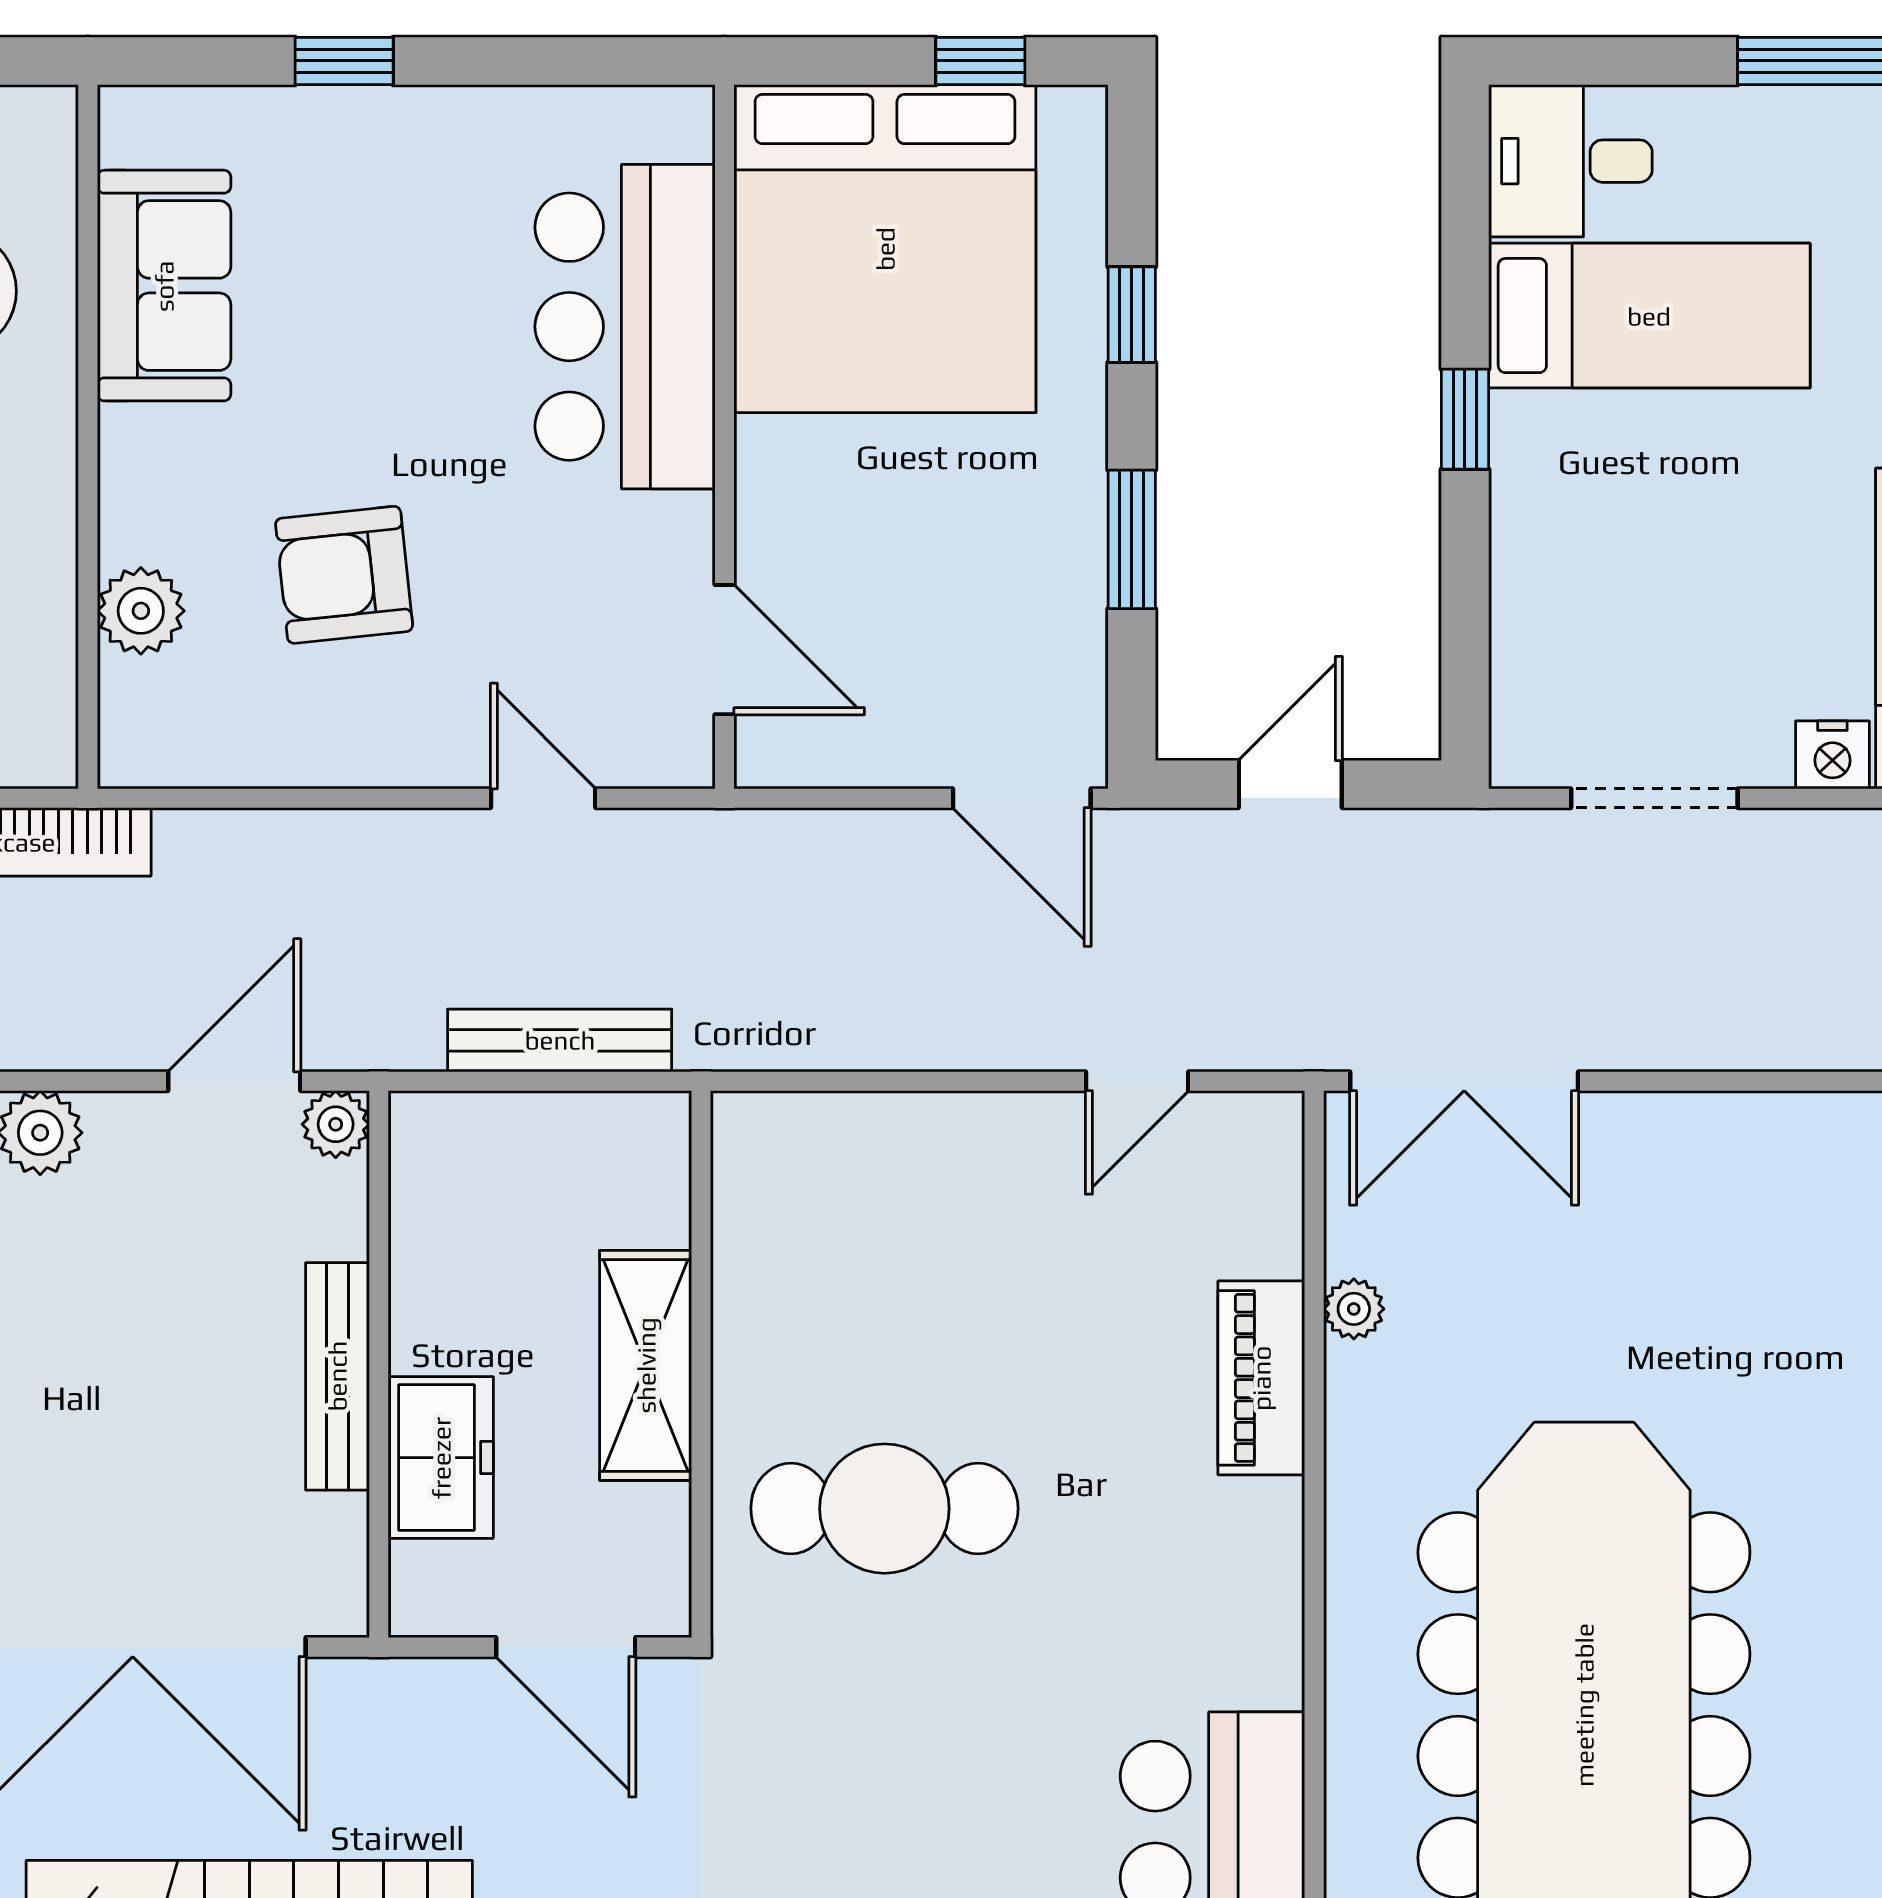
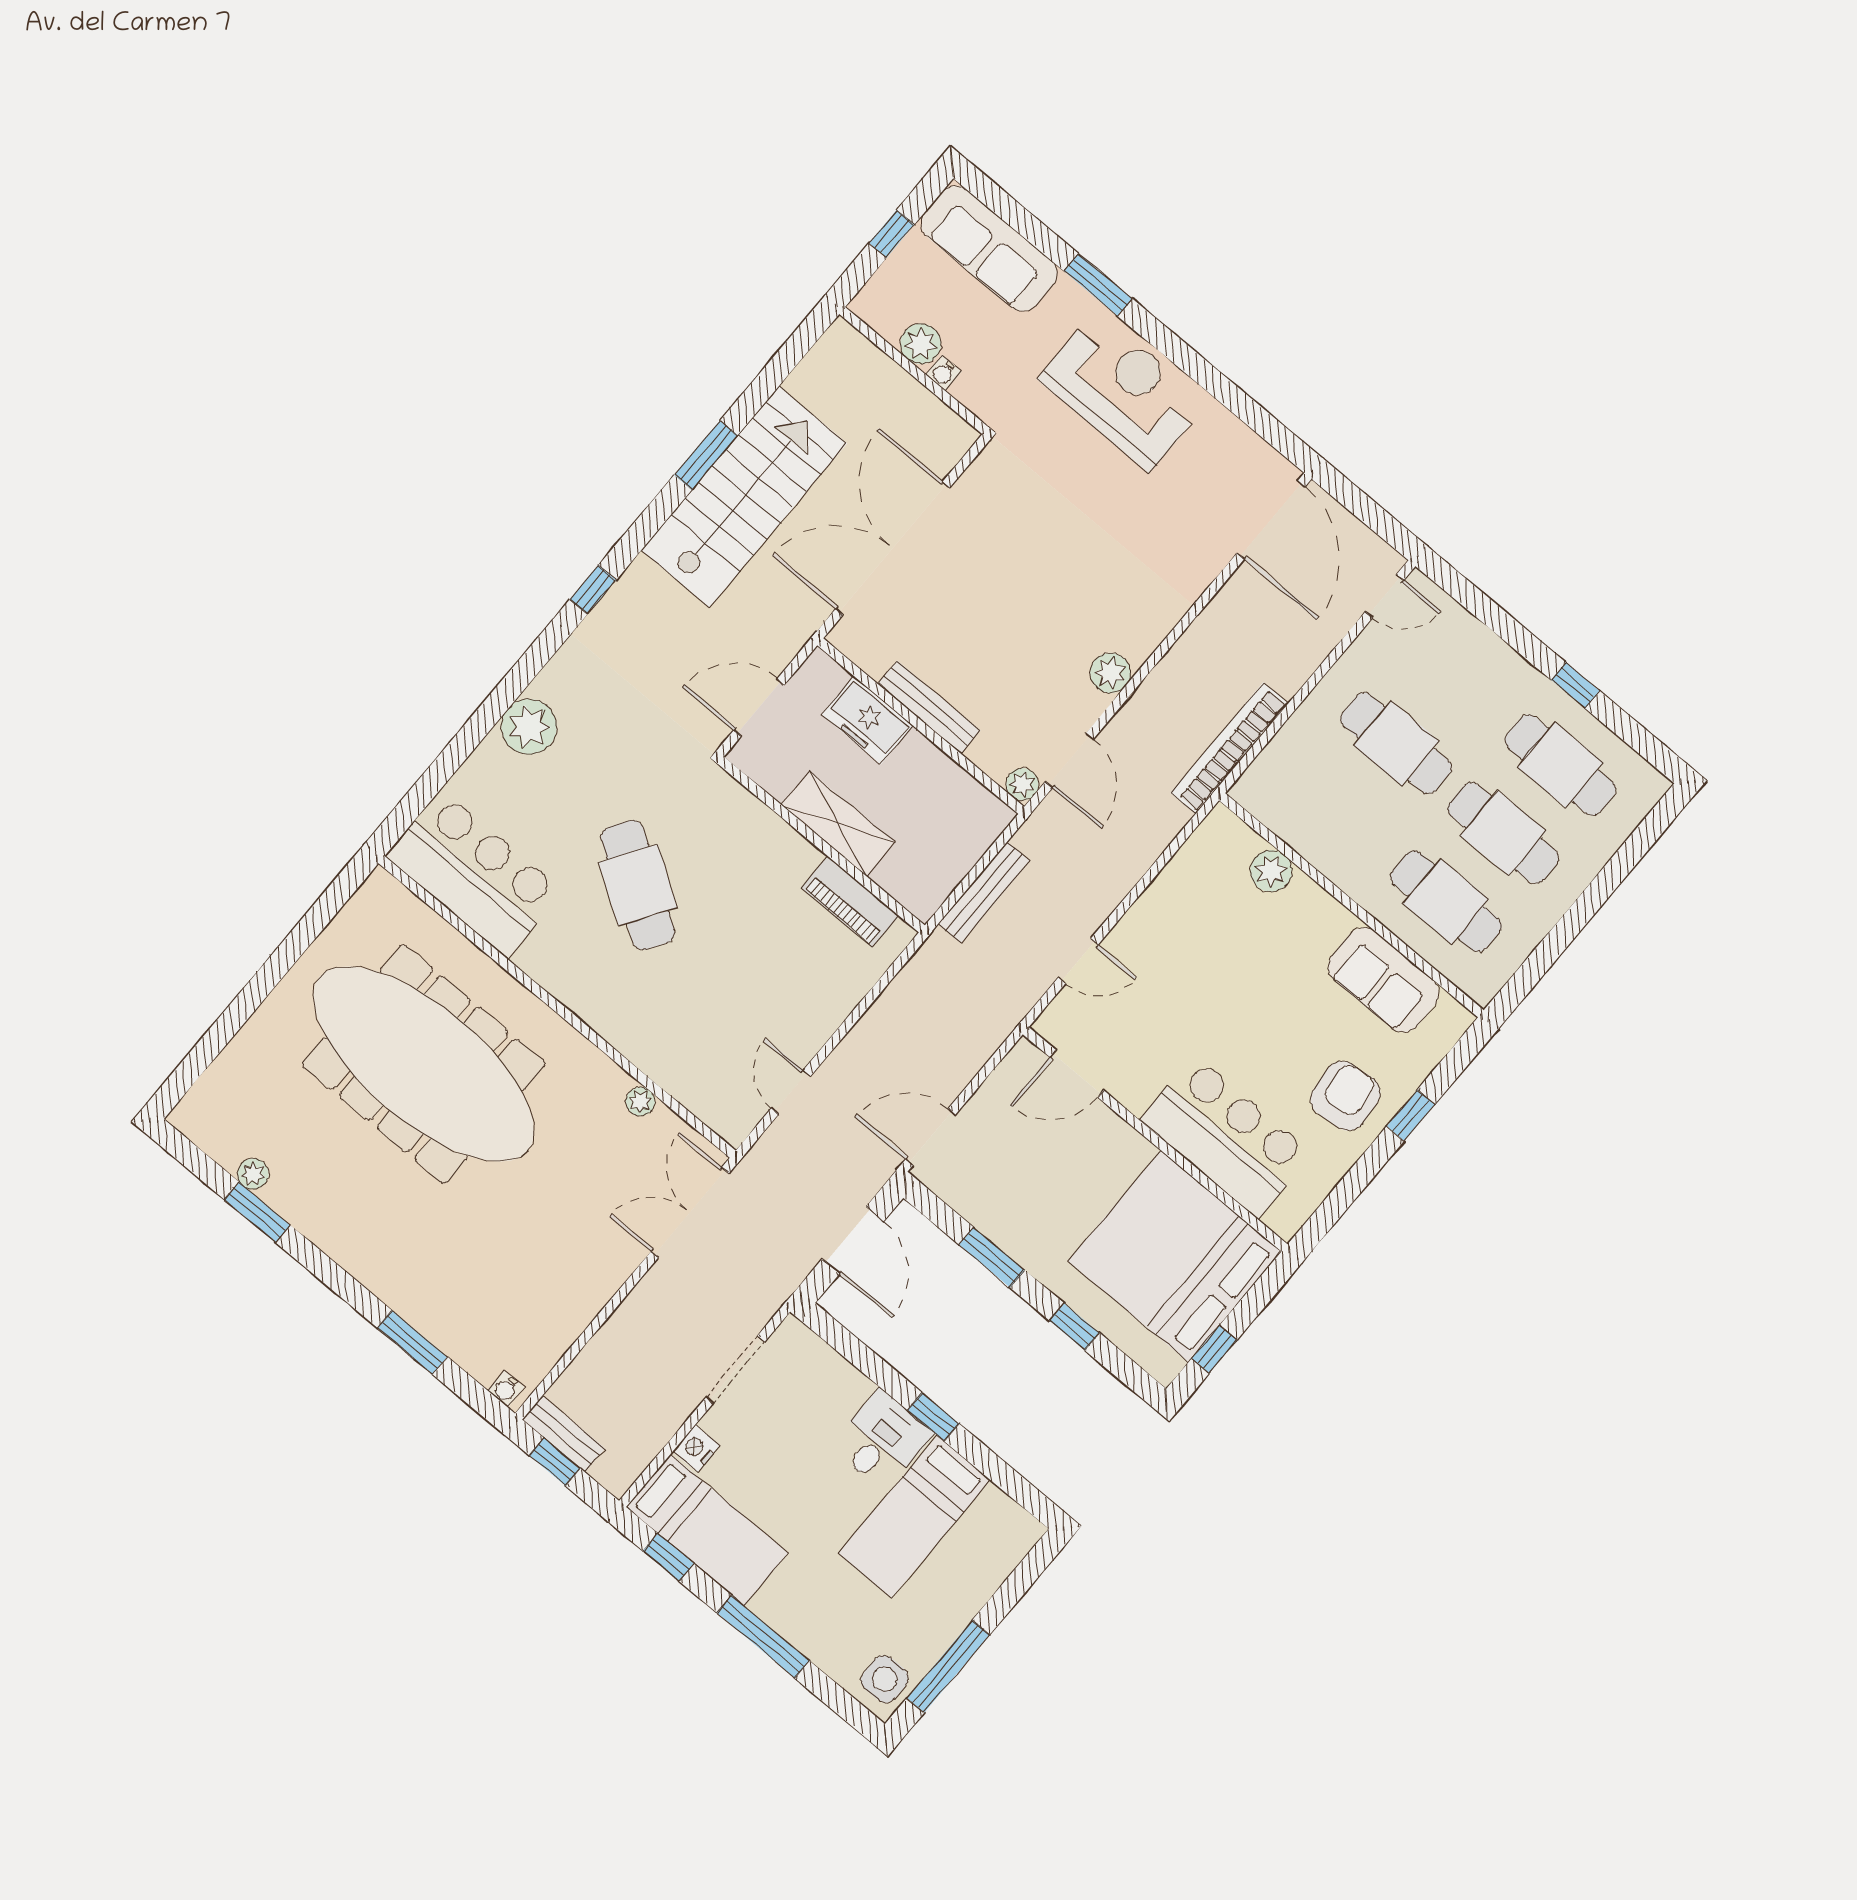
desk: (1570, 161) -> (882, 1440), moved
armchair: (344, 575) -> (1345, 1096), moved
door: (1290, 784) -> (853, 1240), width x1.38
piano: (1261, 1378) -> (850, 902), moved, turned 180
cafe table: (884, 1509) -> (638, 885), moved, turned -57

